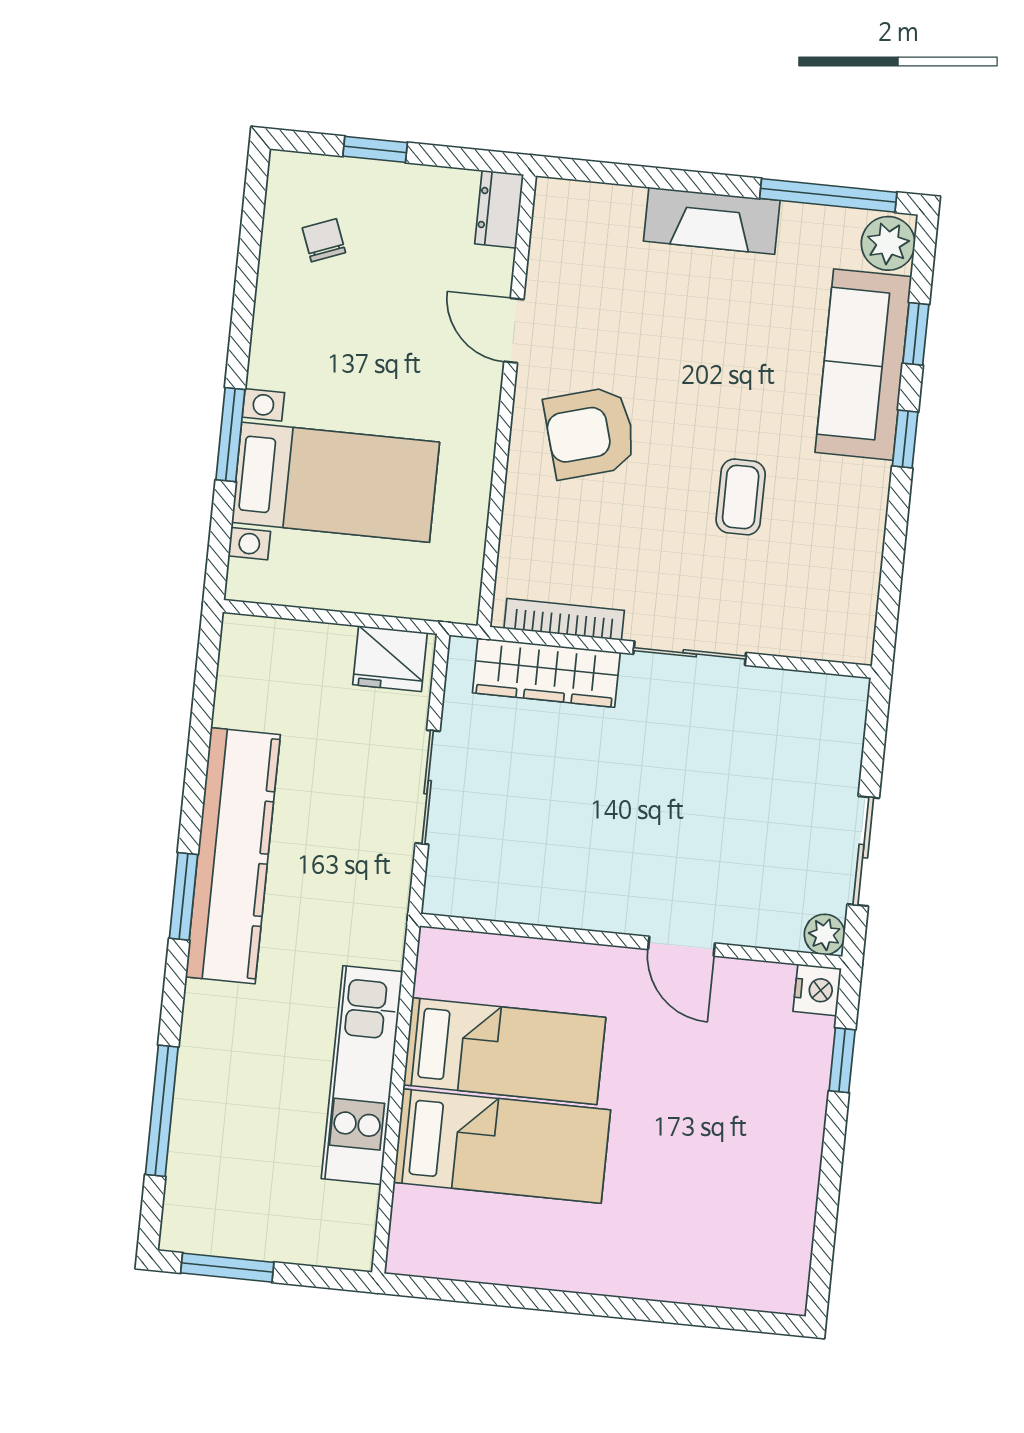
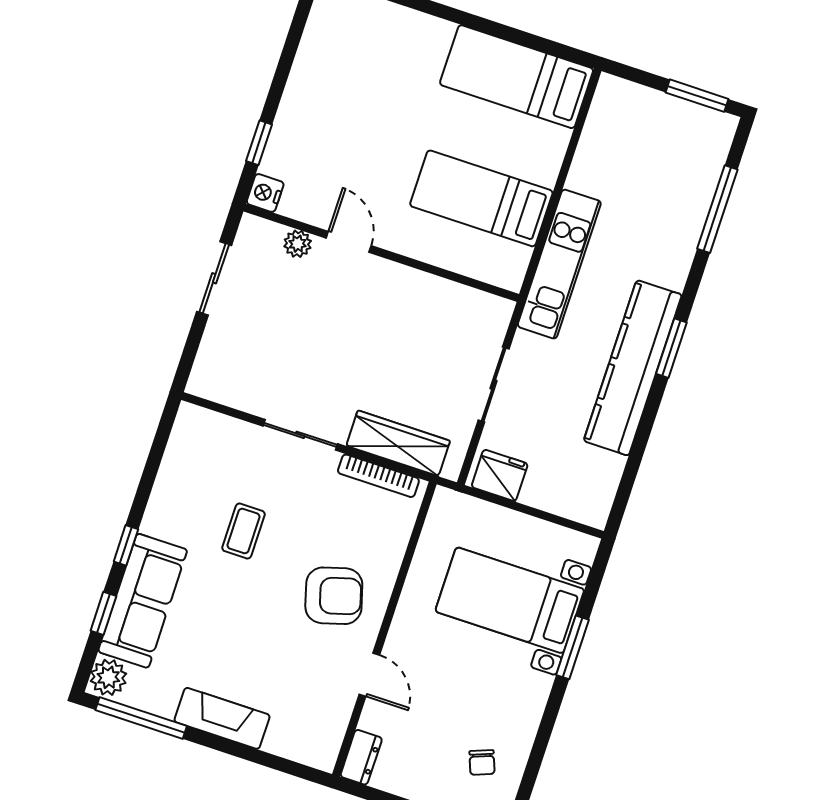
plant: (825, 934) -> (298, 244), moved
kitchen unit: (362, 1075) -> (559, 264), moved
bed: (502, 1146) -> (517, 77), moved

